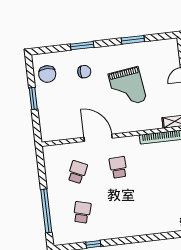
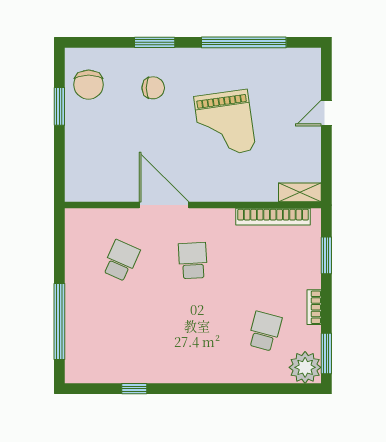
window: (133, 40) -> (244, 42), width x2.11
window: (33, 98) -> (59, 106), moved
school desk: (82, 212) -> (265, 331), moved

